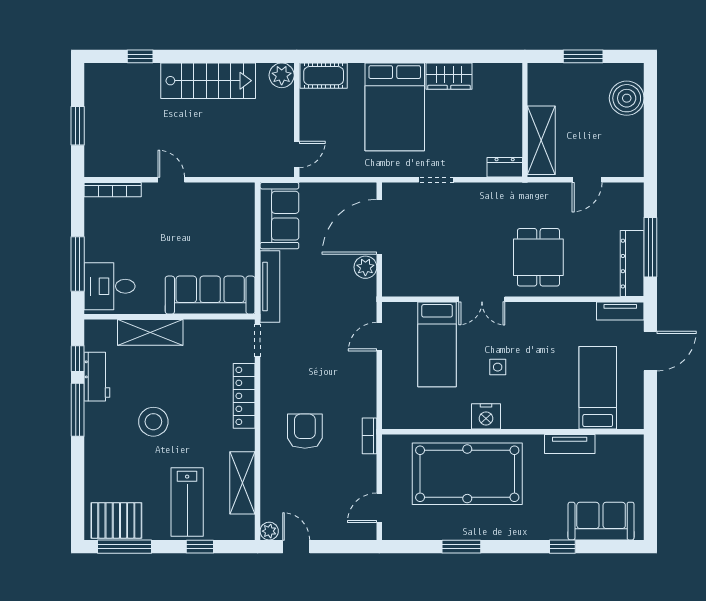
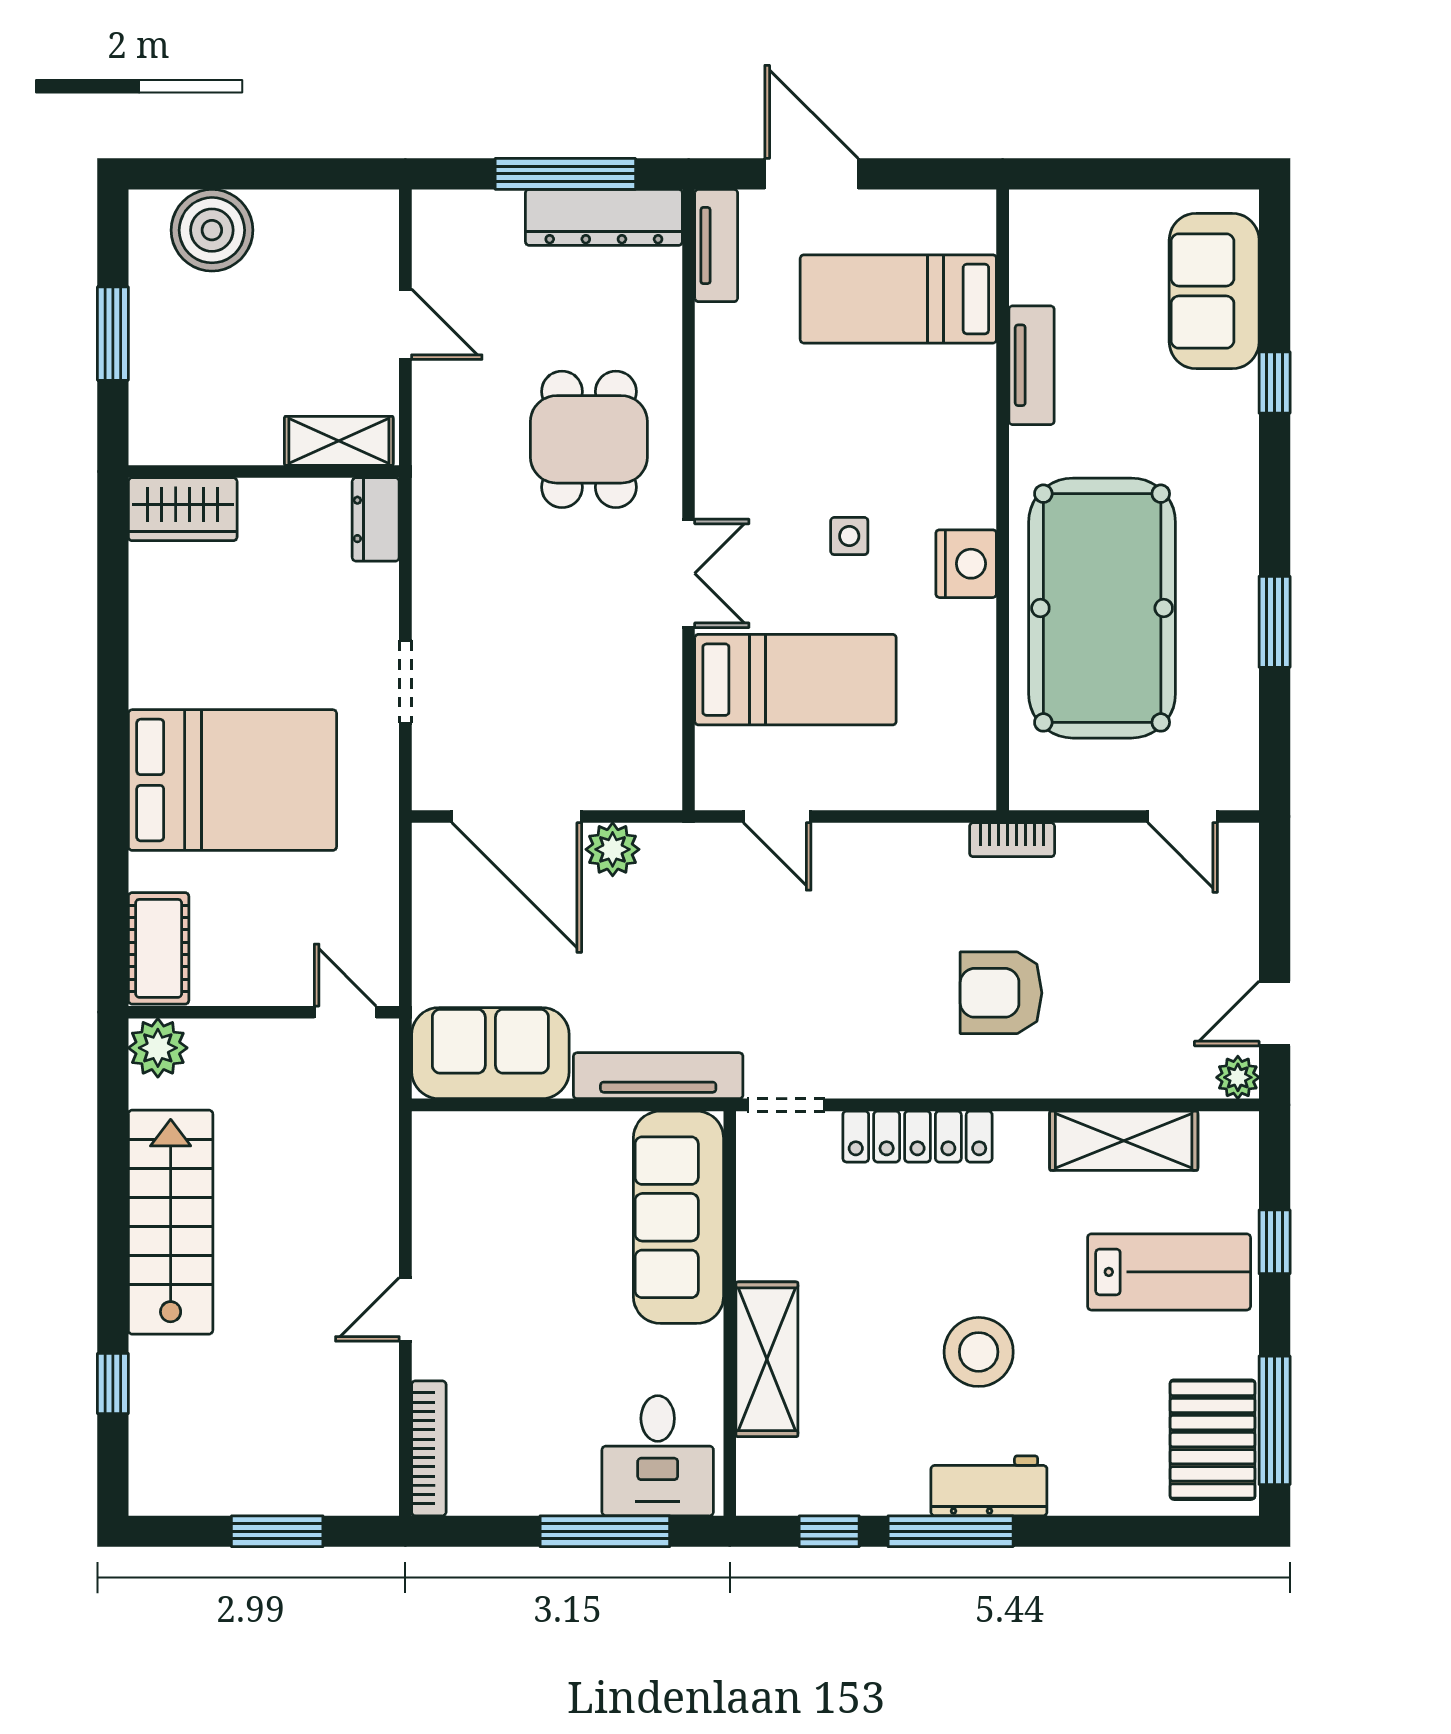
wardrobe: (449, 76) -> (183, 509), moved, turned 90
shelving: (541, 140) -> (339, 441), width x0.67, depth x0.75
dining table: (538, 257) -> (589, 439), turned 90
workbench: (97, 377) -> (989, 1486), moved

